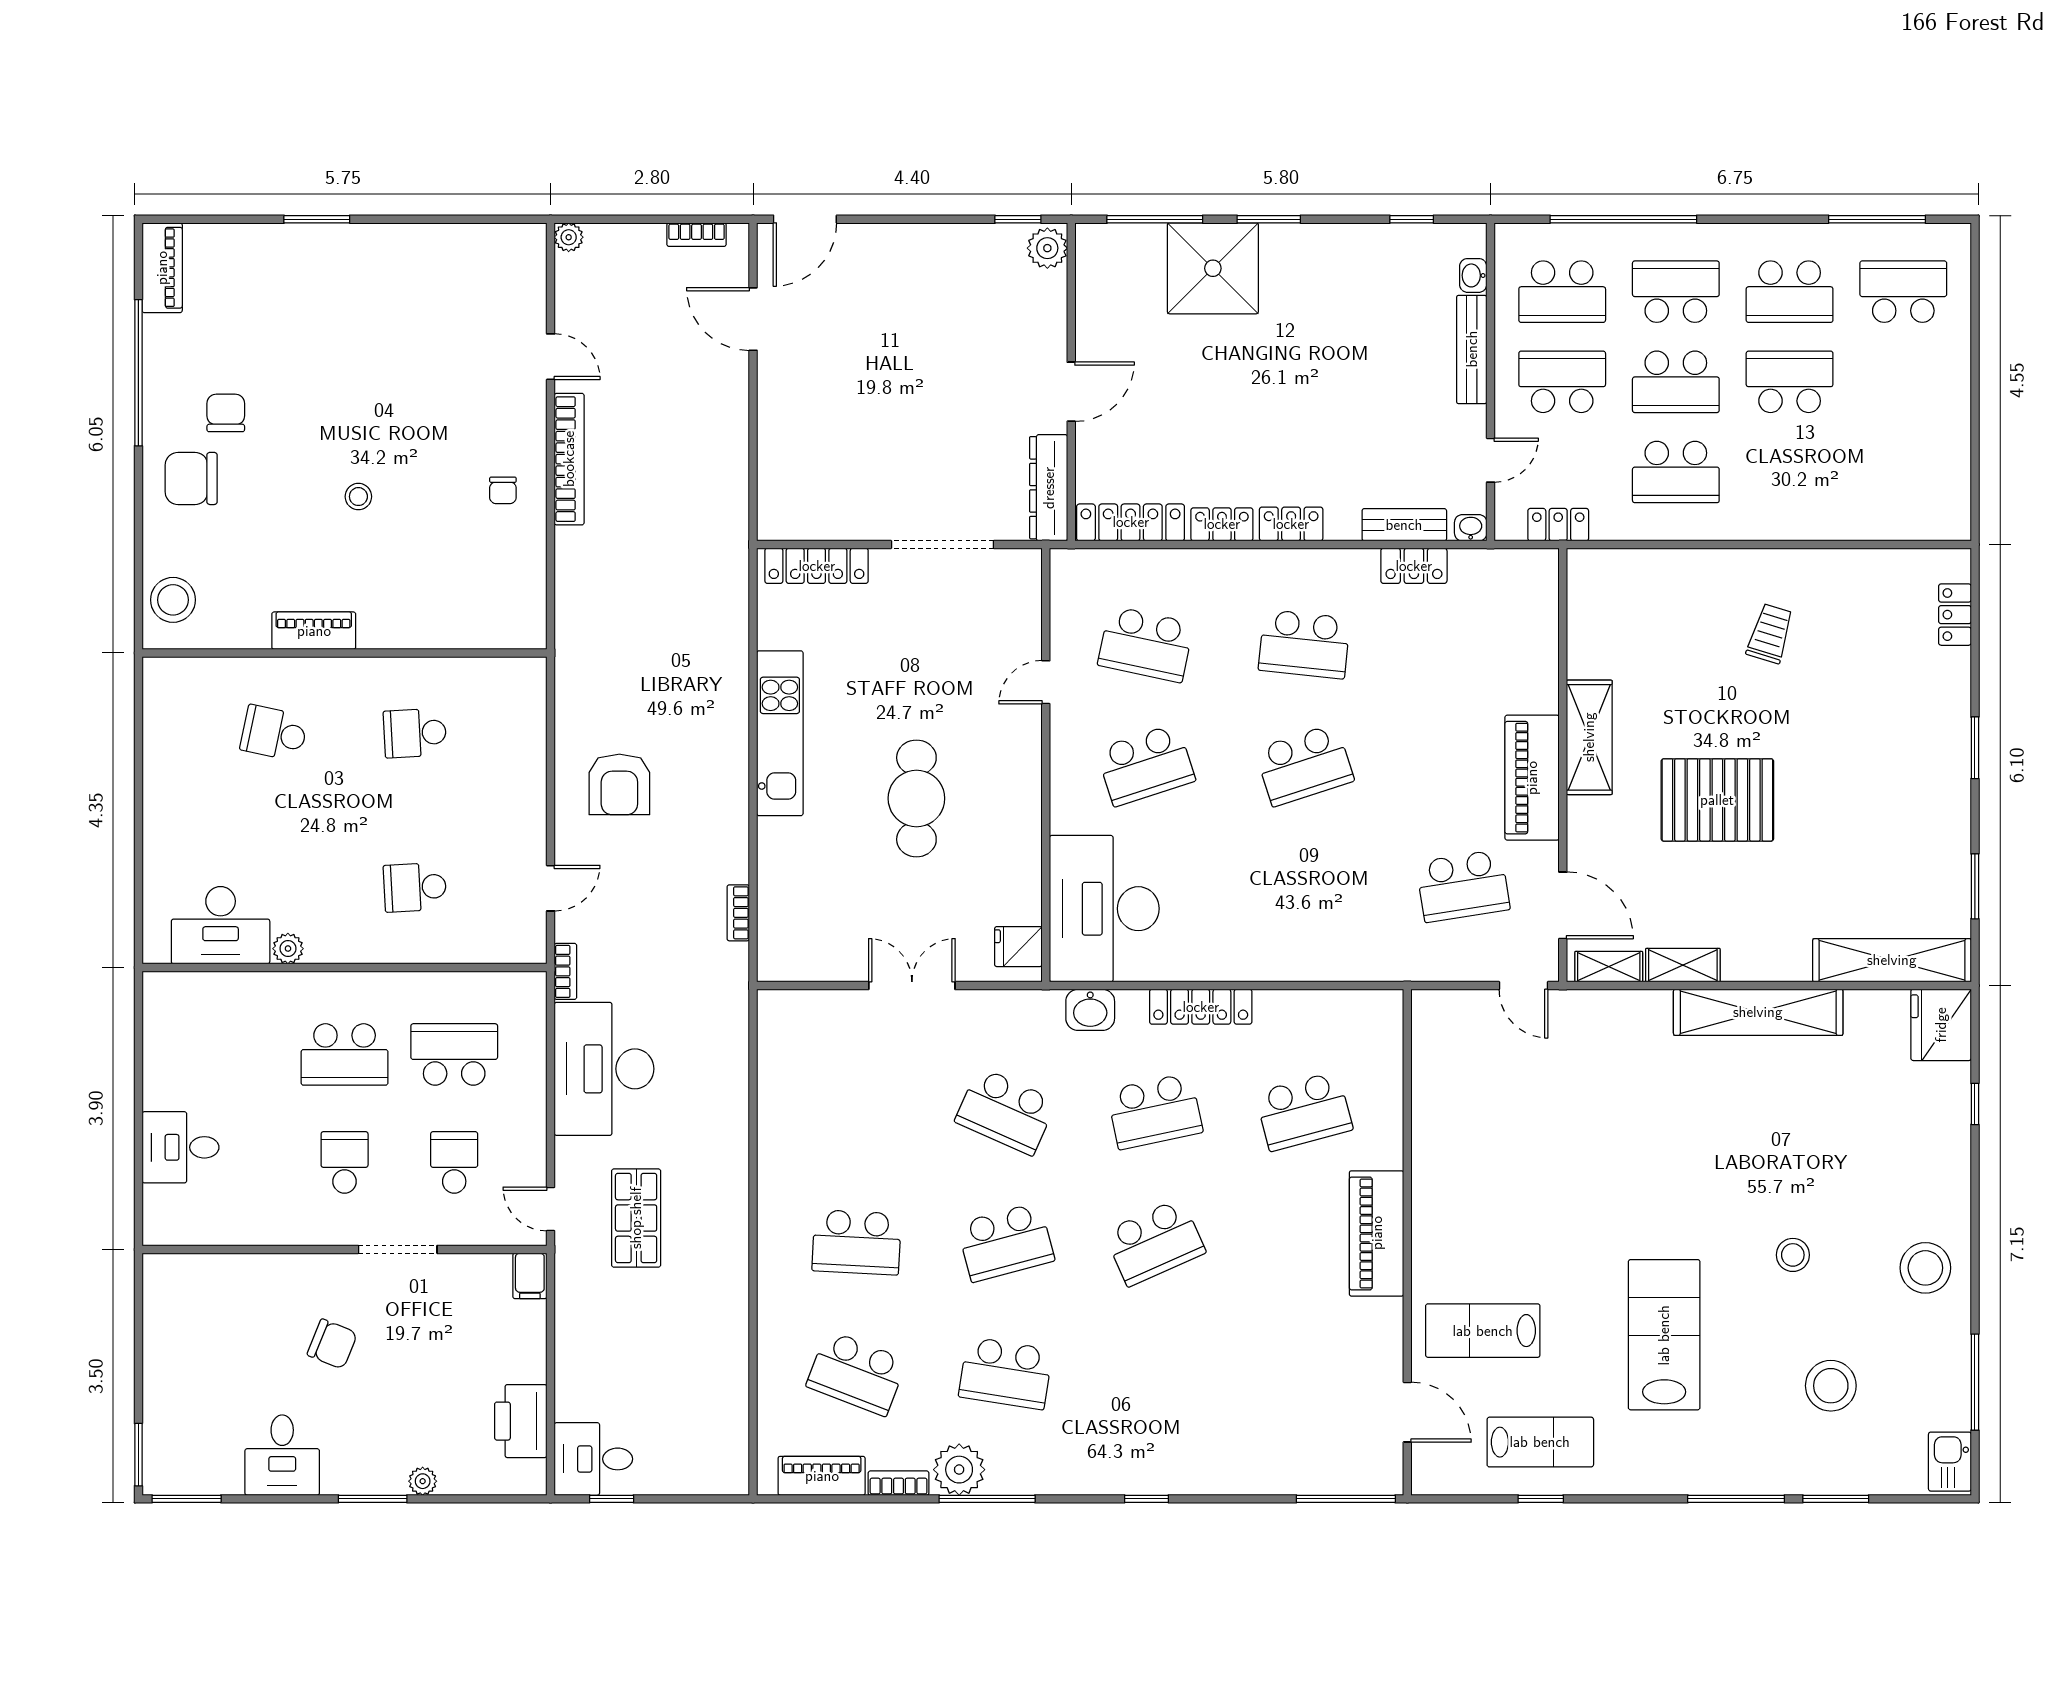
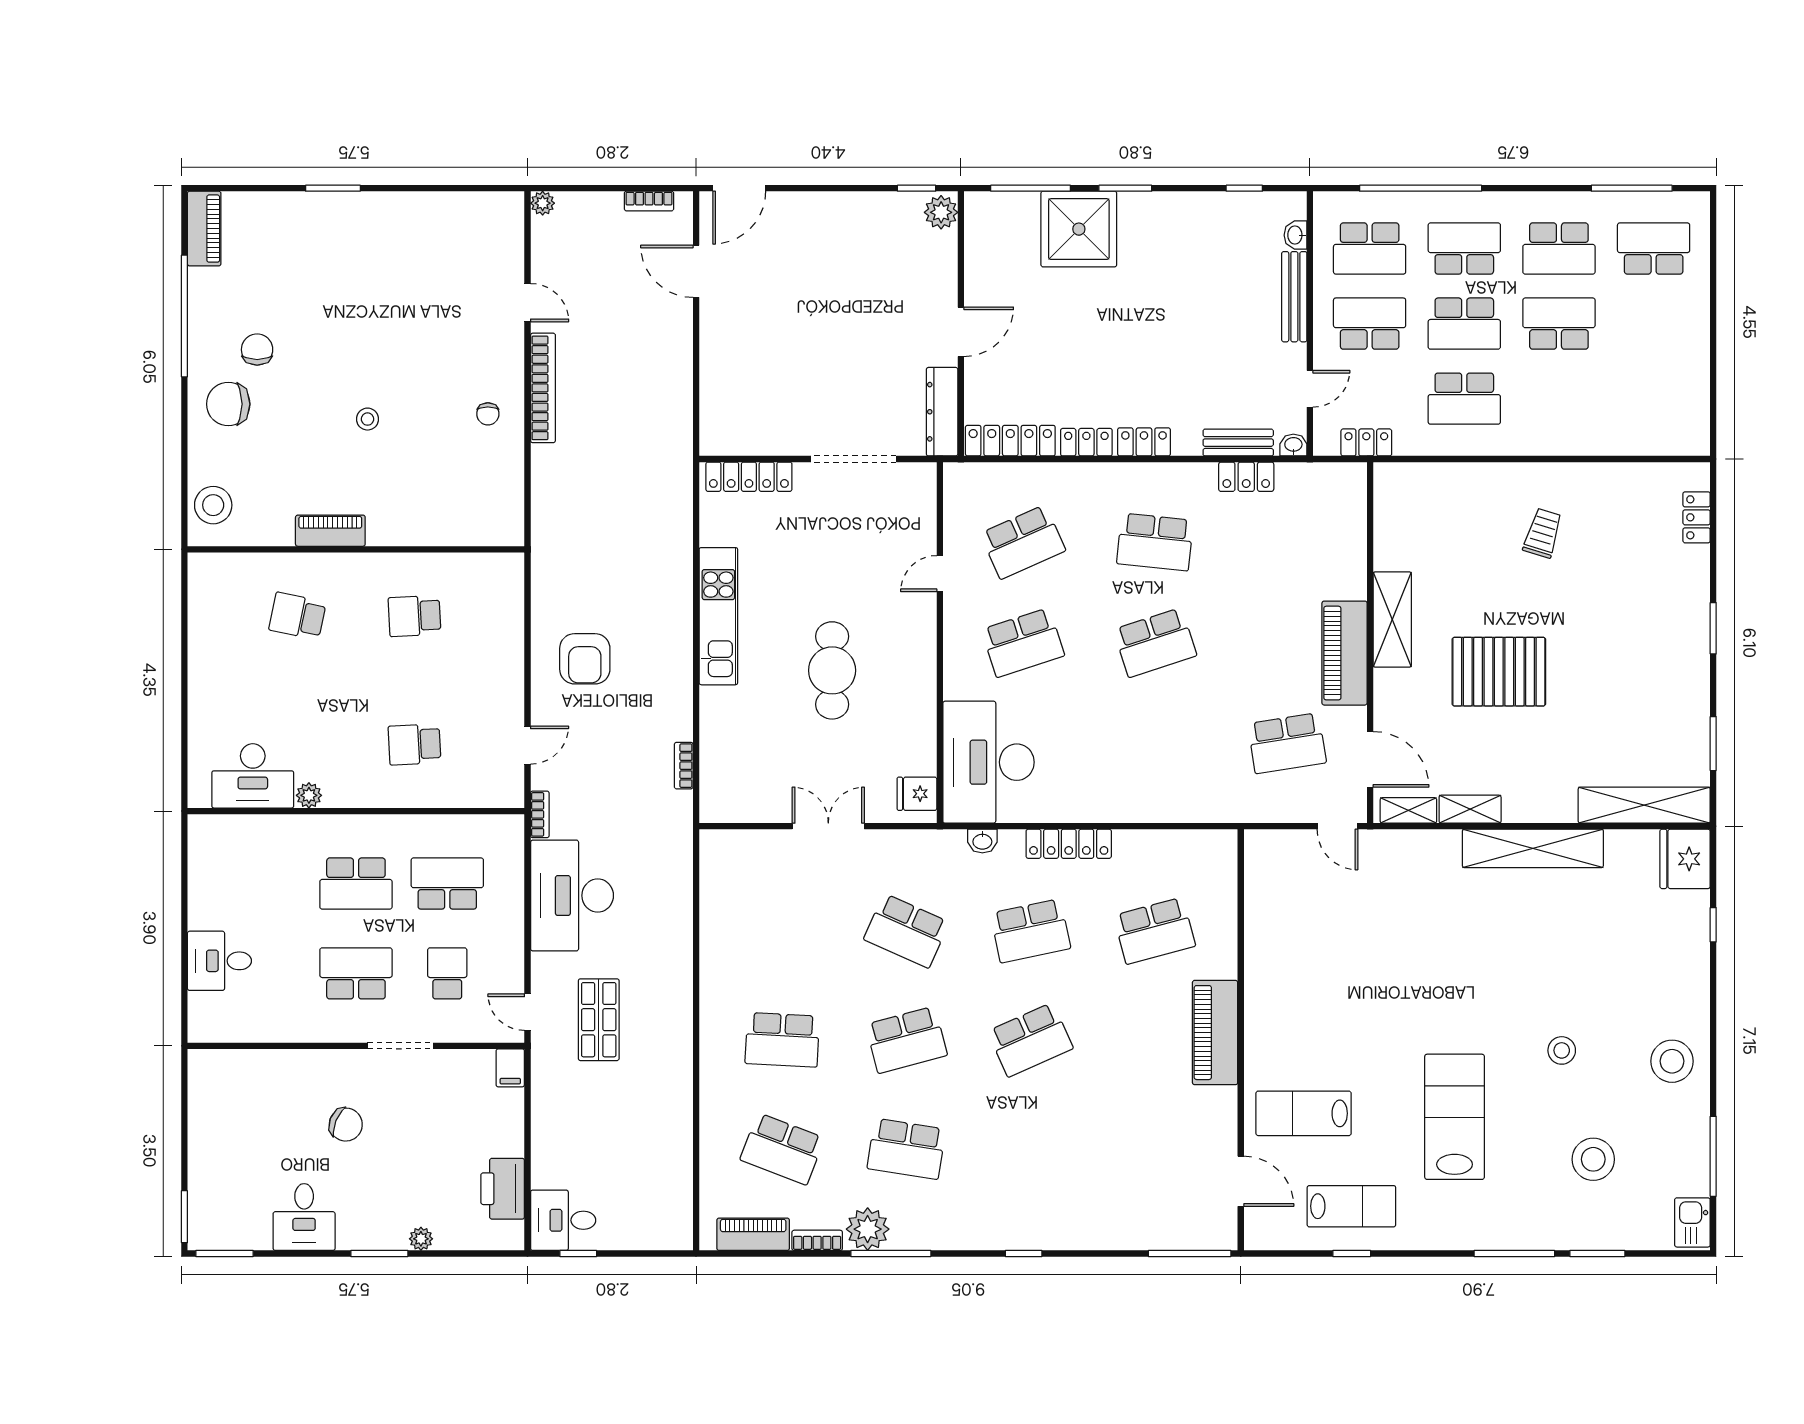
school desk: (1146, 644) -> (1023, 542), turned -36
washbasin: (1090, 1010) -> (982, 841), width x0.72, depth x0.69
school desk: (345, 1162) -> (356, 973), width x1.85

